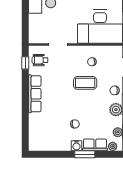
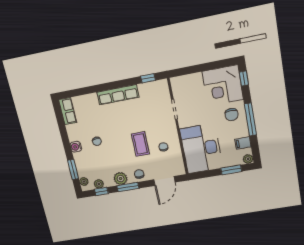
wheelchair: (40, 60) -> (154, 93), removed
row of seats: (95, 145) -> (68, 111), moved
window: (85, 154) -> (73, 169), moved

